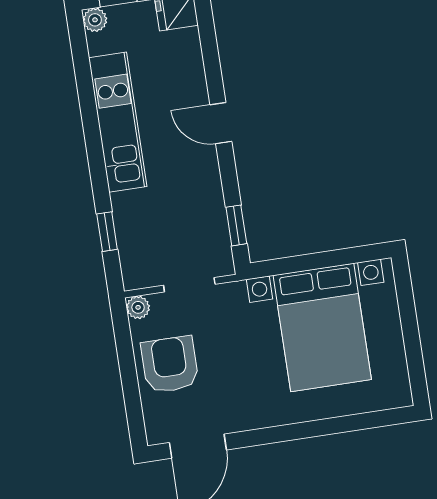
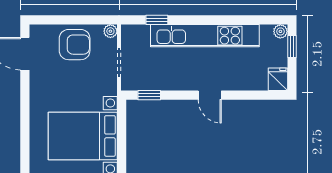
kitchen unit: (118, 122) -> (205, 36), width x1.36
door: (221, 123) -> (210, 95), swing flipped

